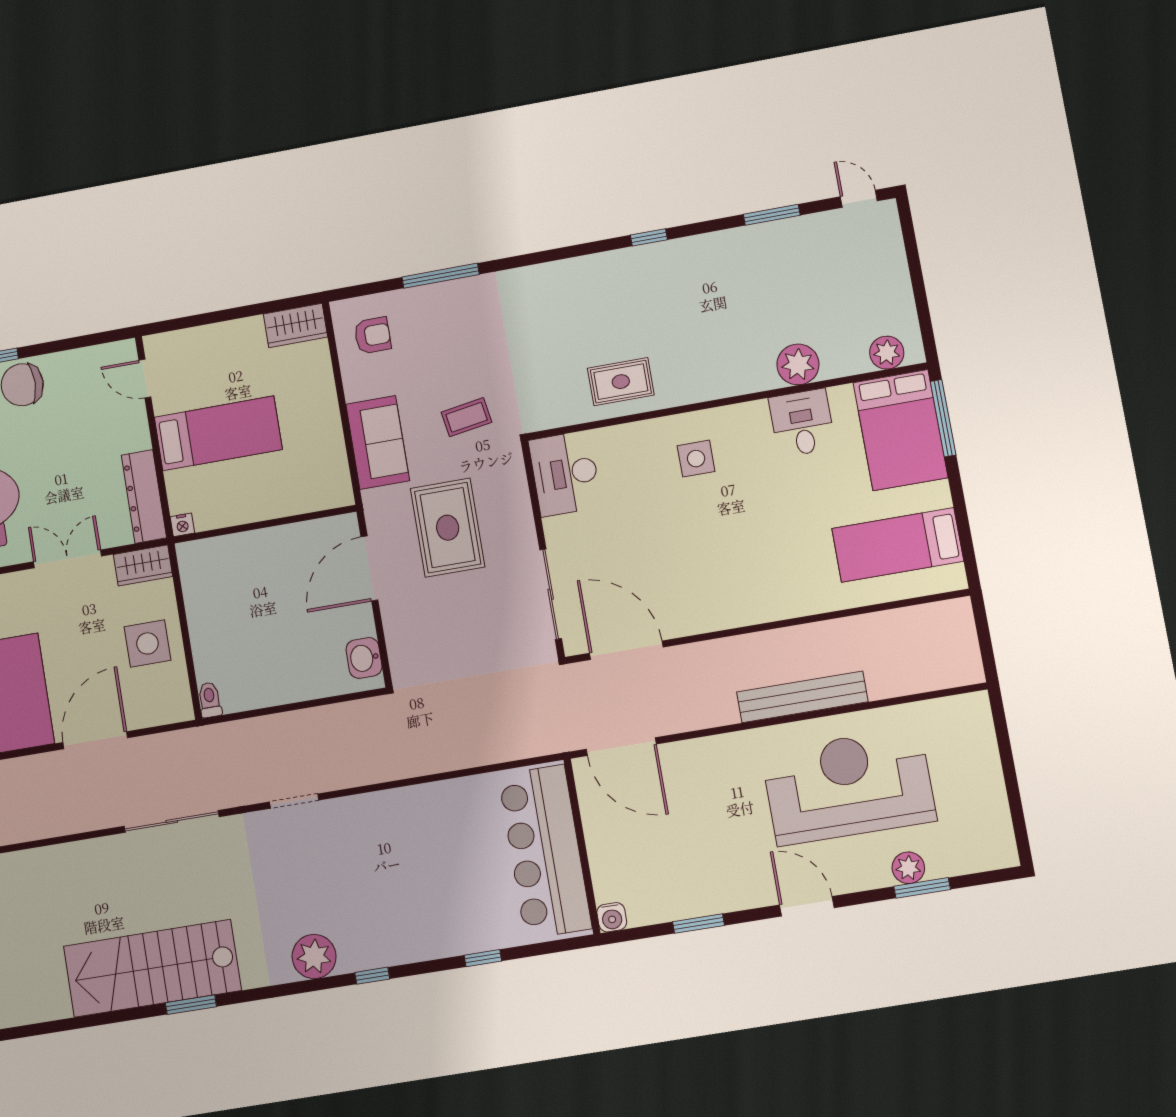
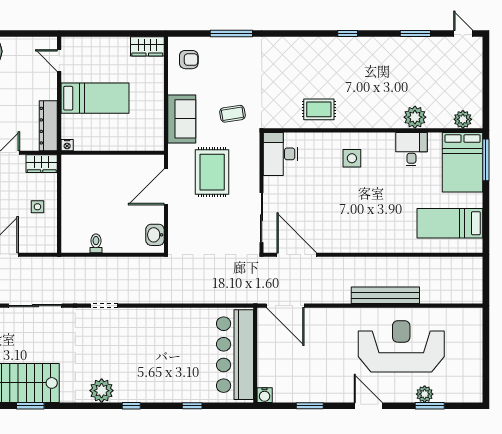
side table: (147, 643) -> (37, 207), width x0.54, depth x0.54
toilet: (210, 700) -> (96, 243), moved

